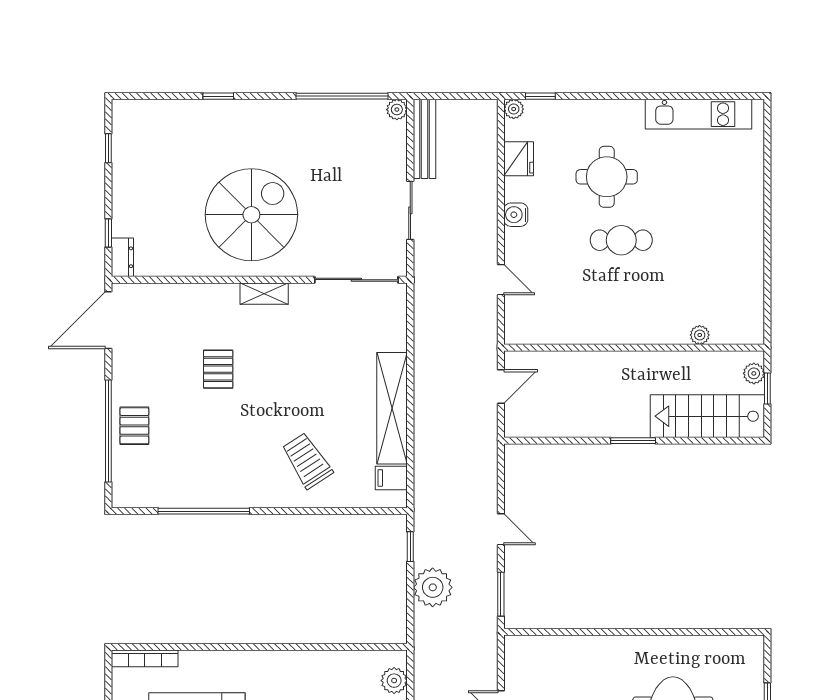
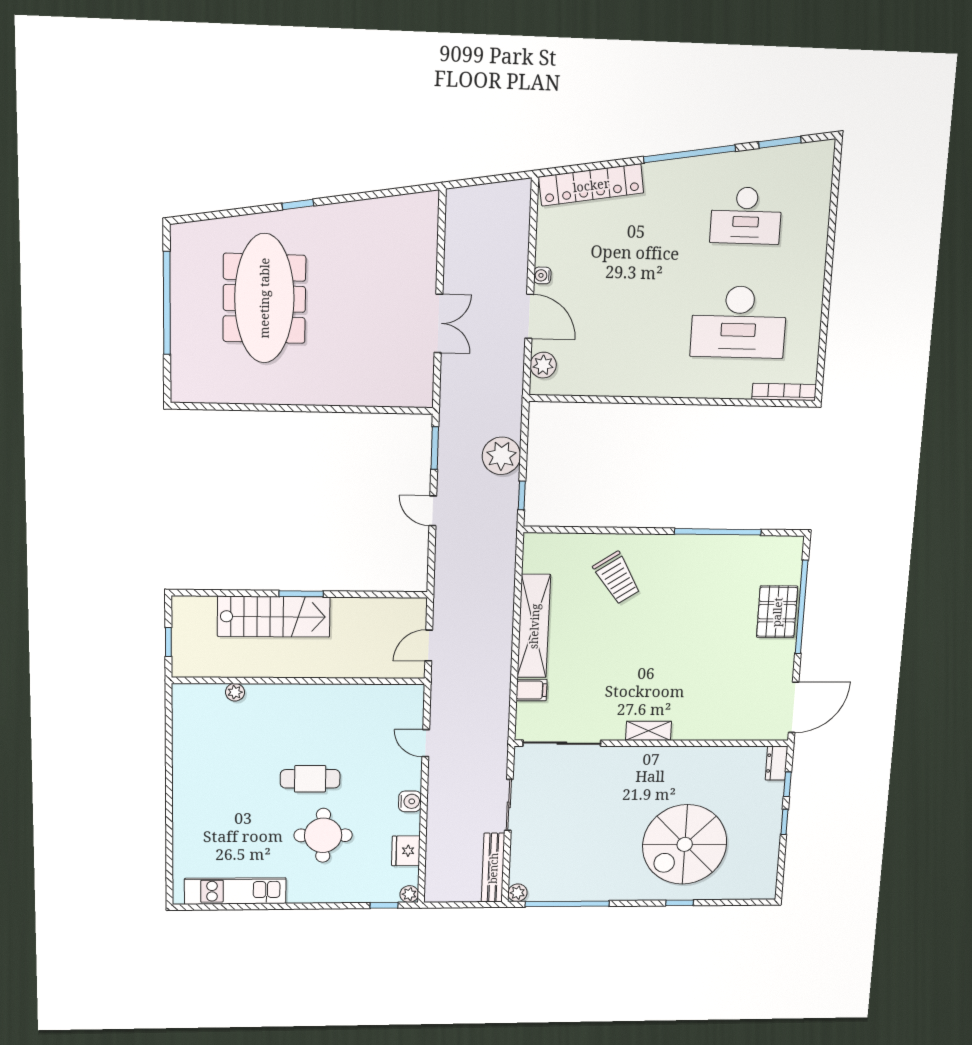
window: (108, 148) -> (784, 822), moved
spiral stairs: (251, 215) -> (685, 844), moved
pallet: (218, 369) -> (695, 663), removed
plant: (754, 373) -> (182, 656), removed
stairs: (707, 416) -> (274, 617), moved
pallet: (134, 426) -> (777, 612), width x1.50, depth x1.42
filing cabinet: (391, 478) -> (531, 690), moved

